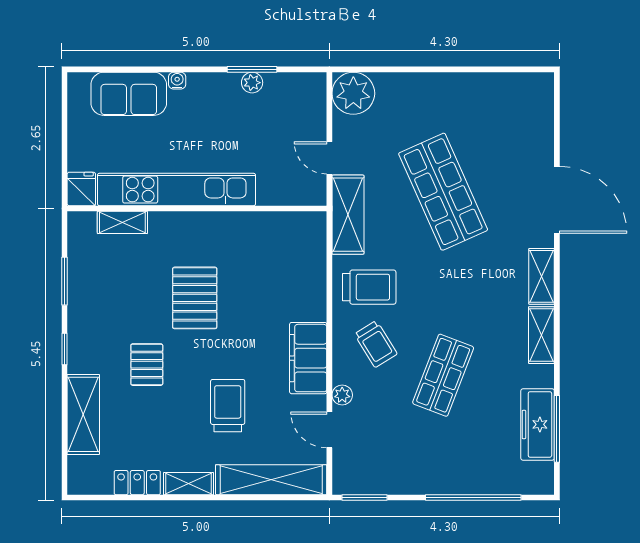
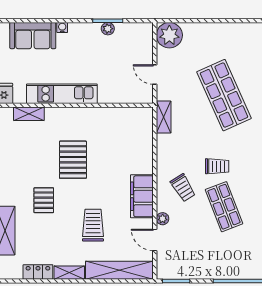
kitchen unit: (177, 190) -> (62, 94), width x0.73
shelving: (348, 215) -> (164, 117), width x0.67, depth x0.75
trolley: (369, 287) -> (217, 166), moved, width x0.73, depth x0.72
shop shelf: (443, 375) -> (224, 207), turned -42

